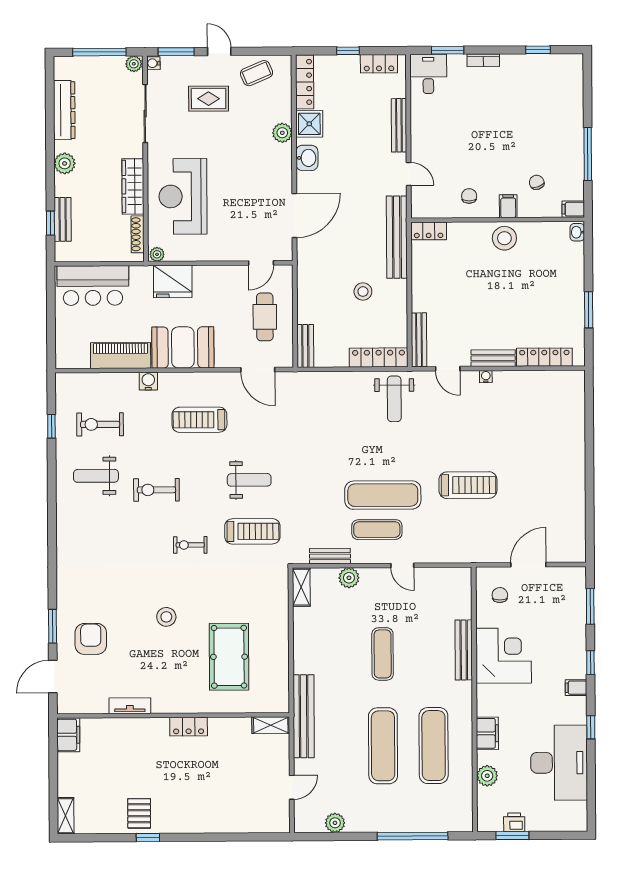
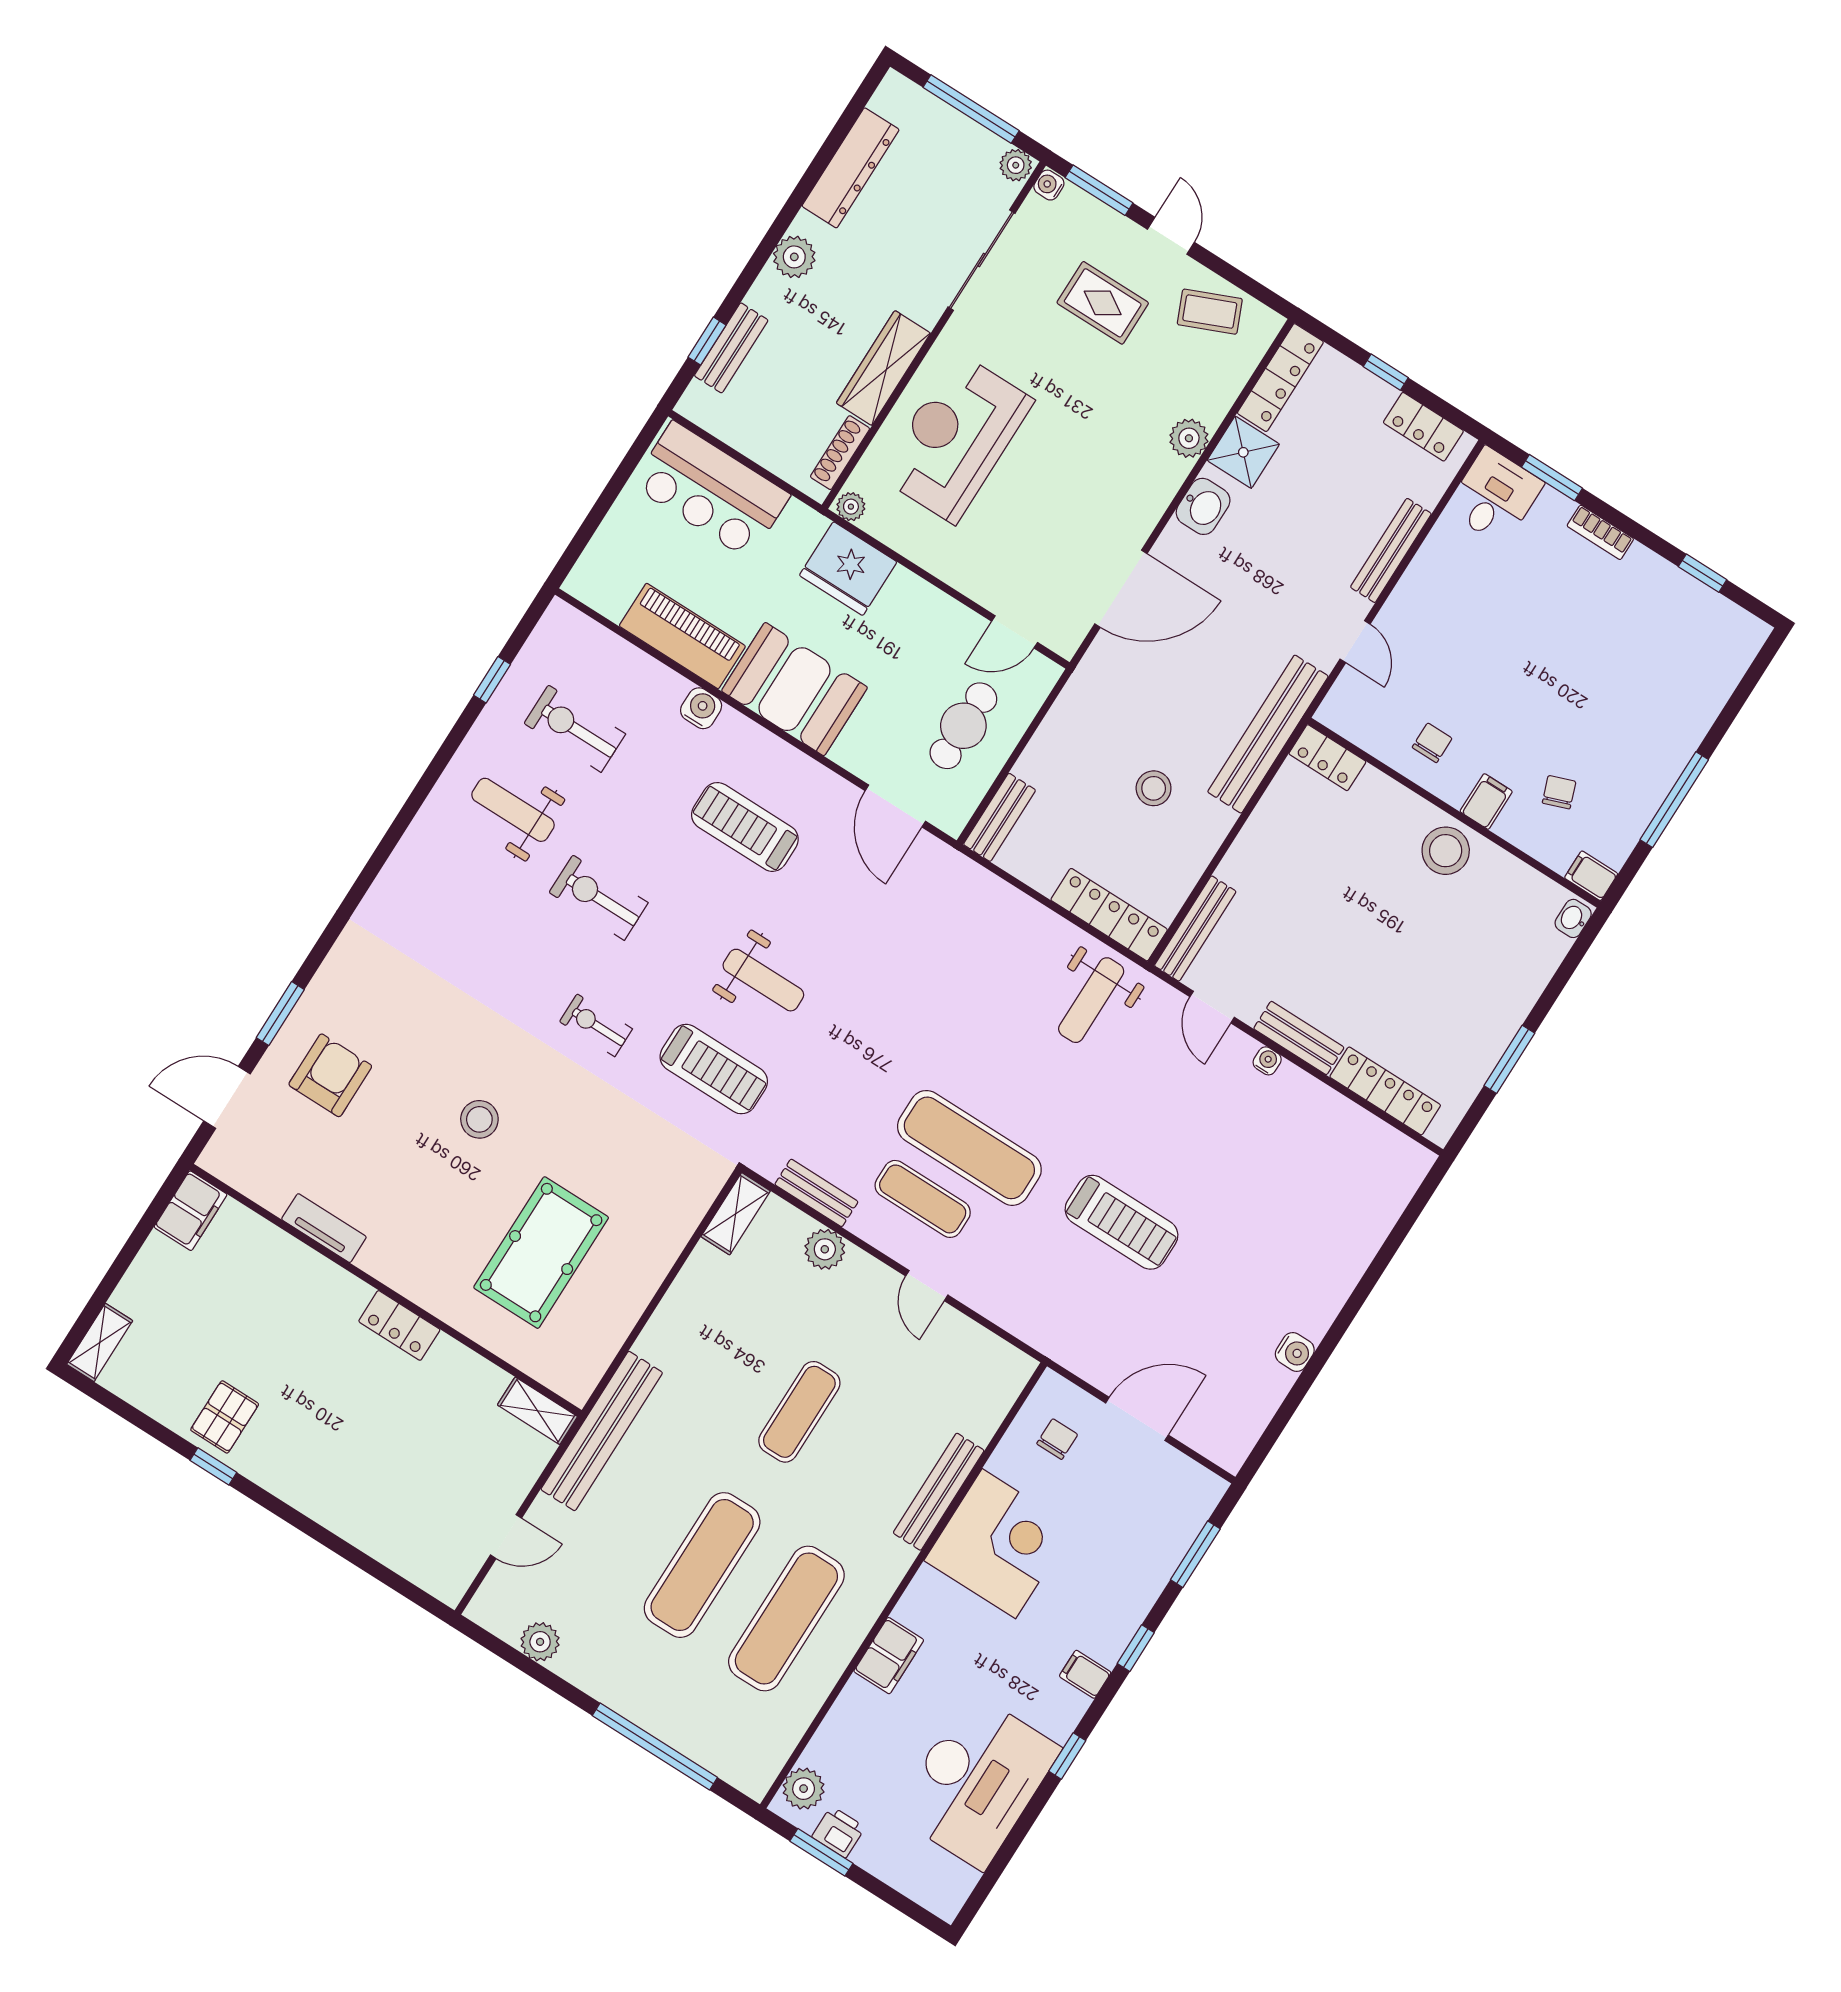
water cooler: (577, 493) -> (1295, 1352), added
plant: (487, 776) -> (804, 1789), moved

